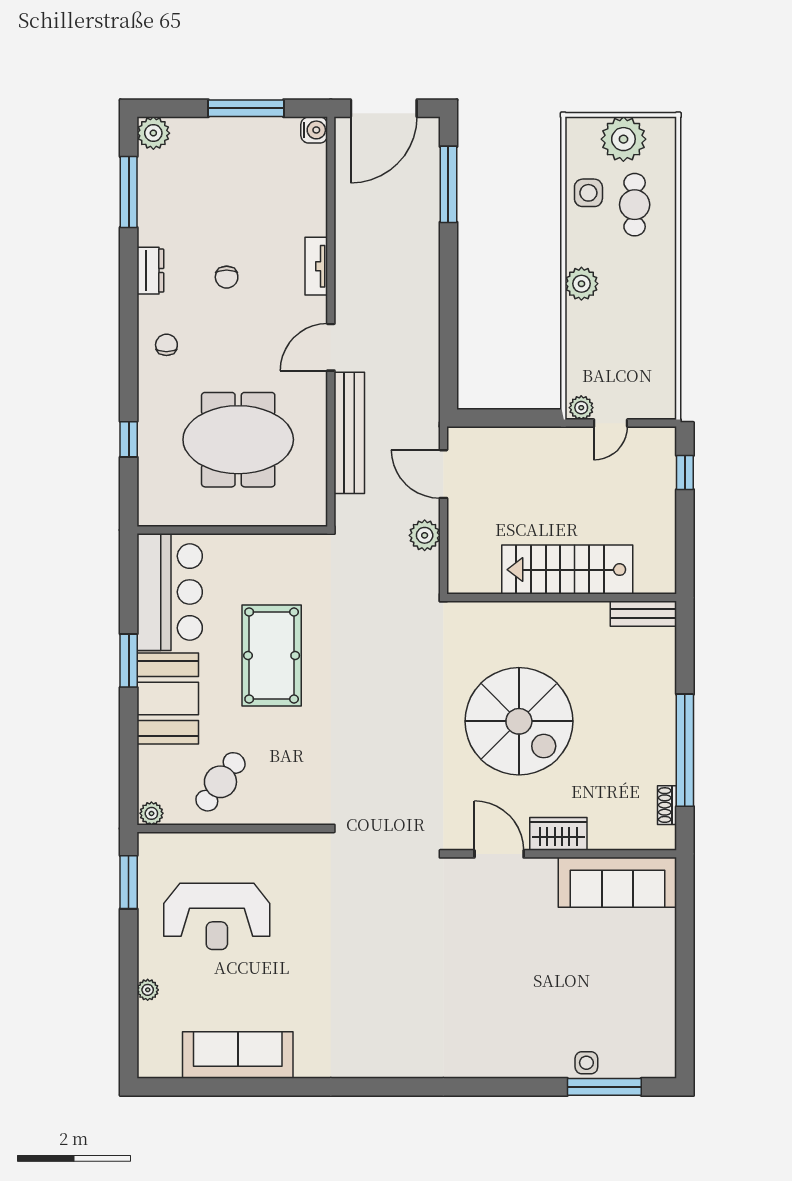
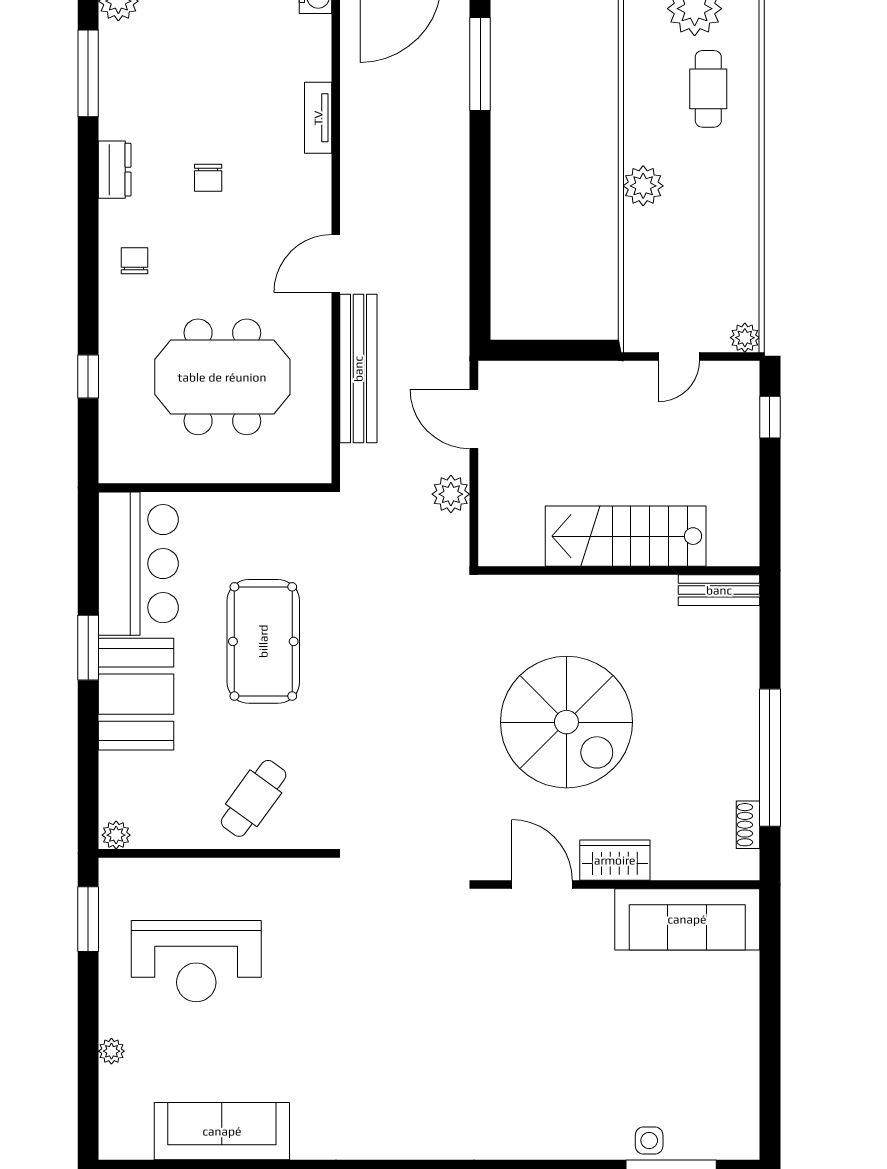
side table: (588, 193) -> (652, 74), removed
tv unit: (316, 266) -> (318, 118), moved
plant: (581, 408) -> (745, 338), moved
cafe table: (220, 782) -> (254, 798), moved

